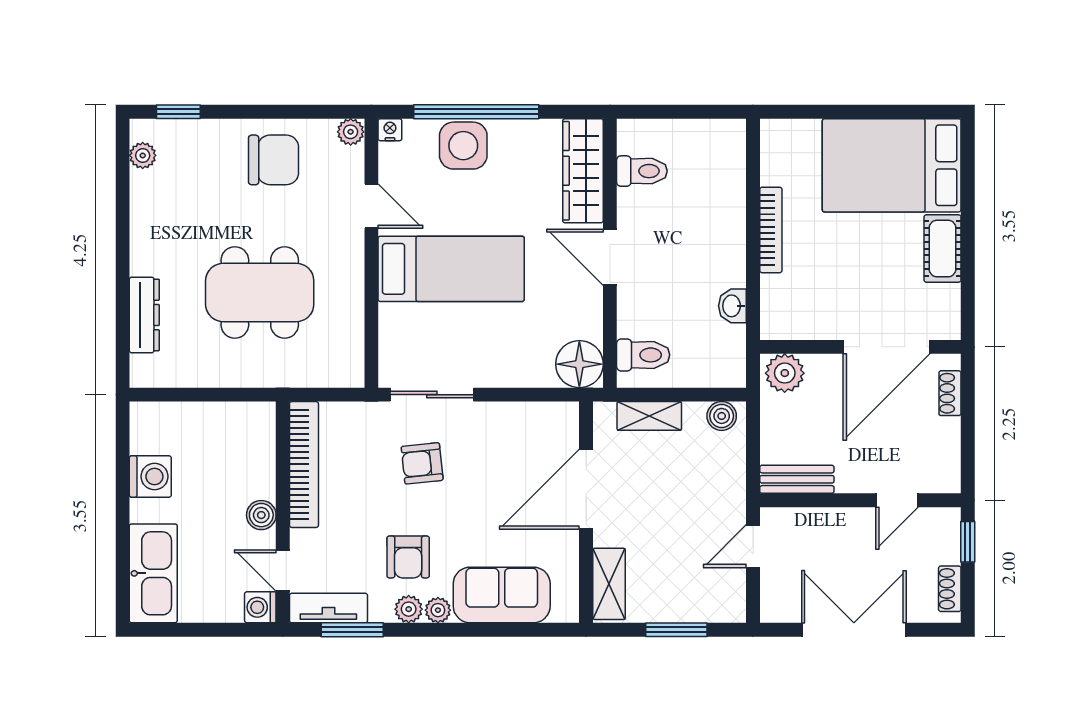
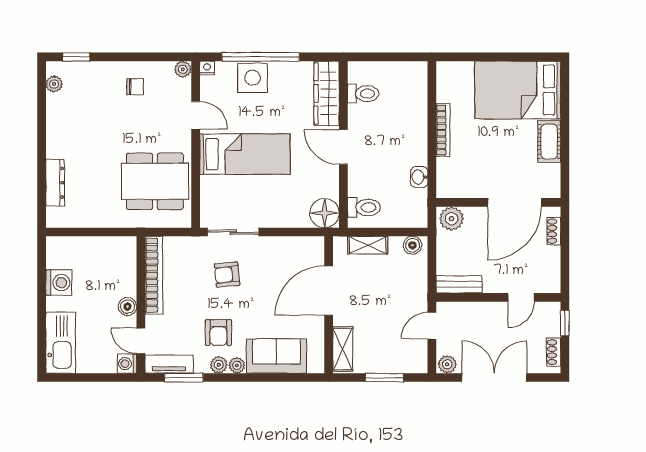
chair: (274, 160) -> (135, 87), width x0.54, depth x0.54
dining table: (260, 293) -> (155, 181), moved
plant: (778, 608) -> (447, 364), added

